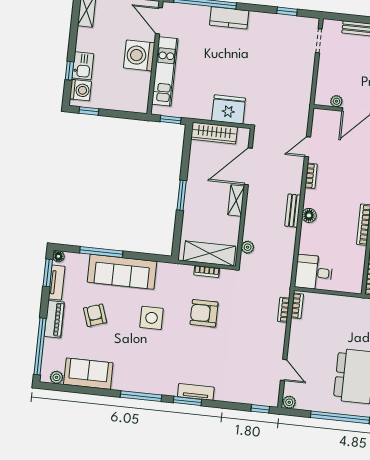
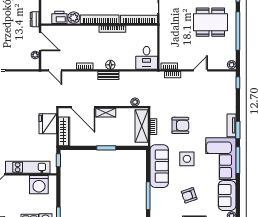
washing machine: (139, 55) -> (39, 185), moved
door: (308, 147) -> (55, 70), moved
sofa: (122, 272) -> (159, 166), moved
armchair: (204, 313) -> (180, 125), turned -90
corner sofa: (146, 370) -> (221, 159), added
door: (284, 370) -> (201, 70), moved

